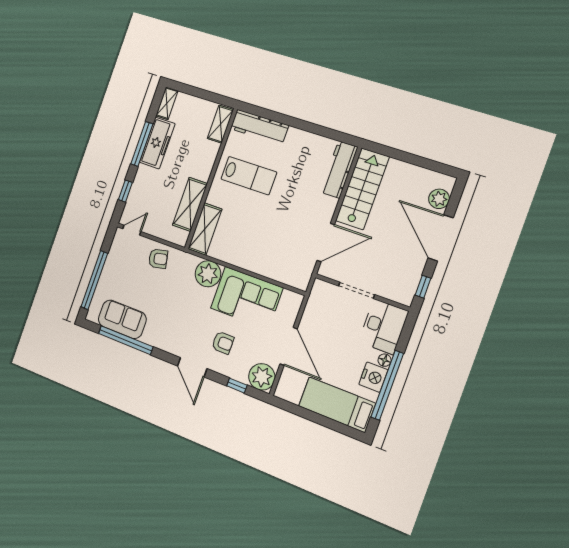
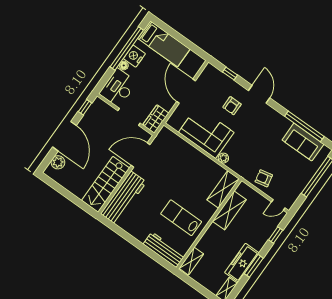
window: (142, 144) -> (254, 266), width x0.69
workbench: (339, 170) -> (123, 198), width x1.36, depth x1.32
plant: (208, 274) -> (223, 158), width x0.53, depth x0.53
wardrobe: (319, 297) -> (156, 119), added
armchair: (223, 343) -> (232, 106), turned -90
plant: (262, 377) -> (211, 75), removed

